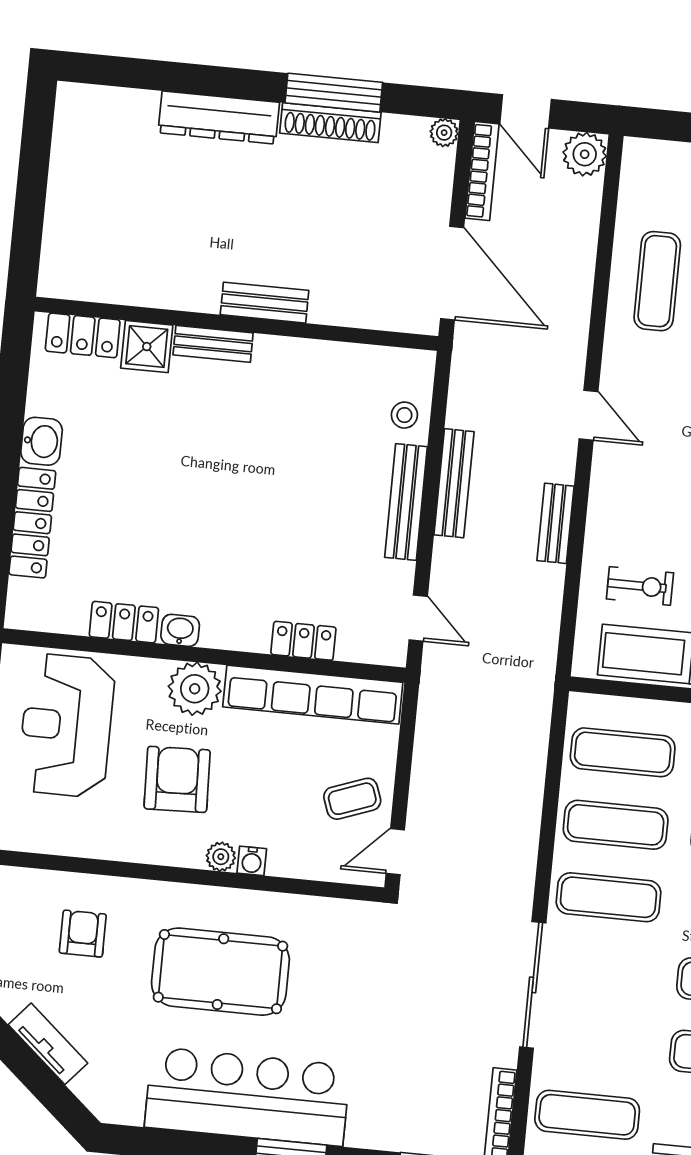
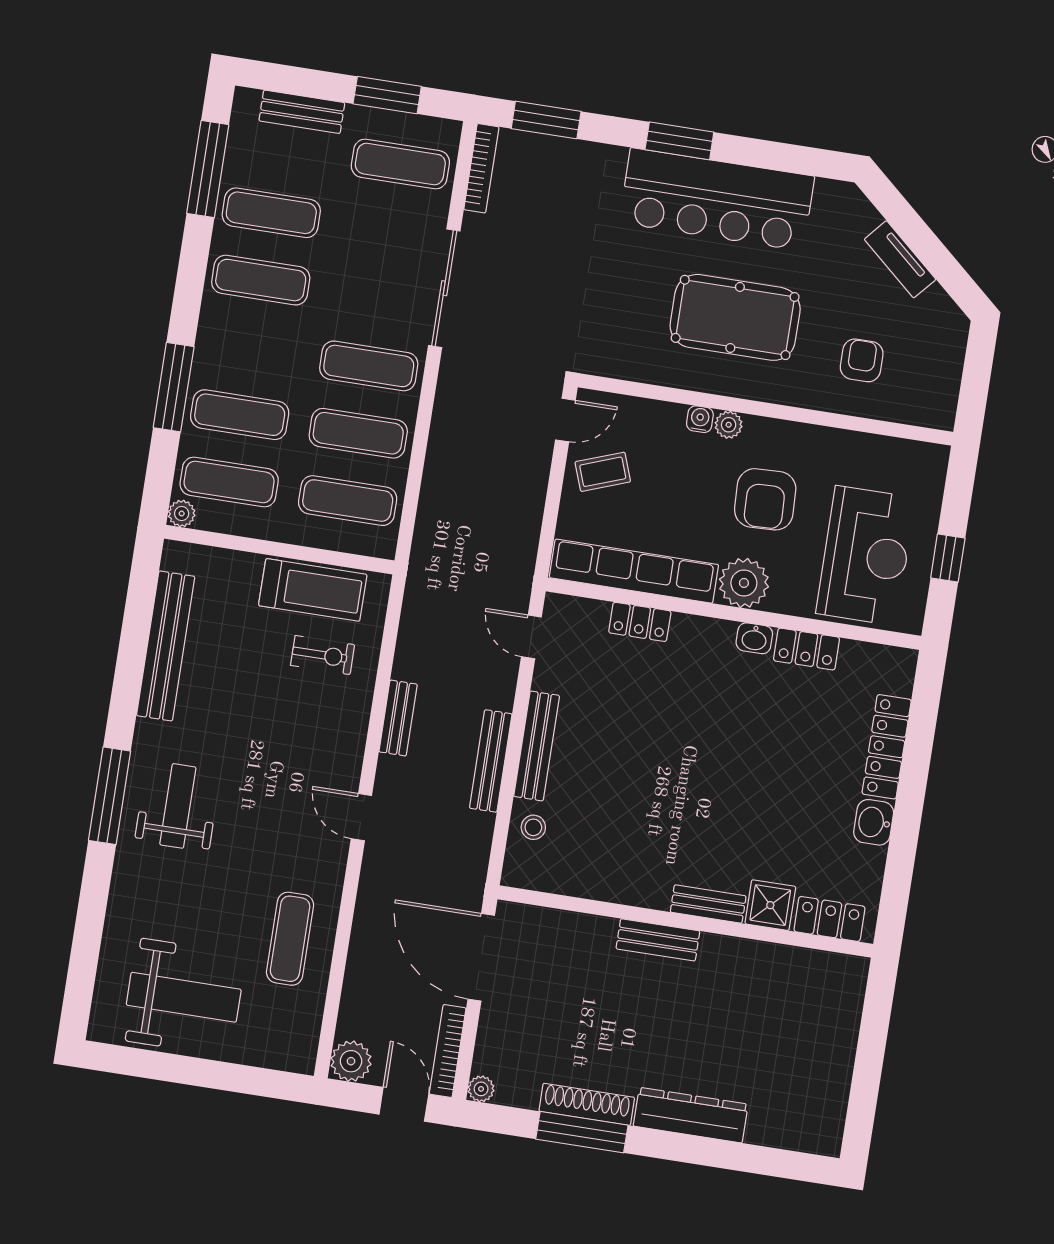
exercise bike: (640, 586) -> (323, 655), turned 180
armchair: (83, 934) -> (862, 360), turned 180

